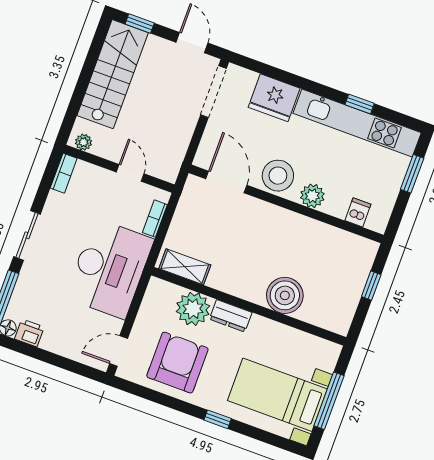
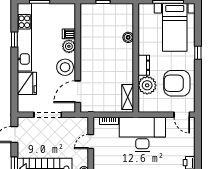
doorway: (213, 92) -> (48, 115), moved
dishwasher: (358, 212) -> (69, 34), moved
boiler: (285, 295) -> (128, 37), width x0.54, depth x0.54

